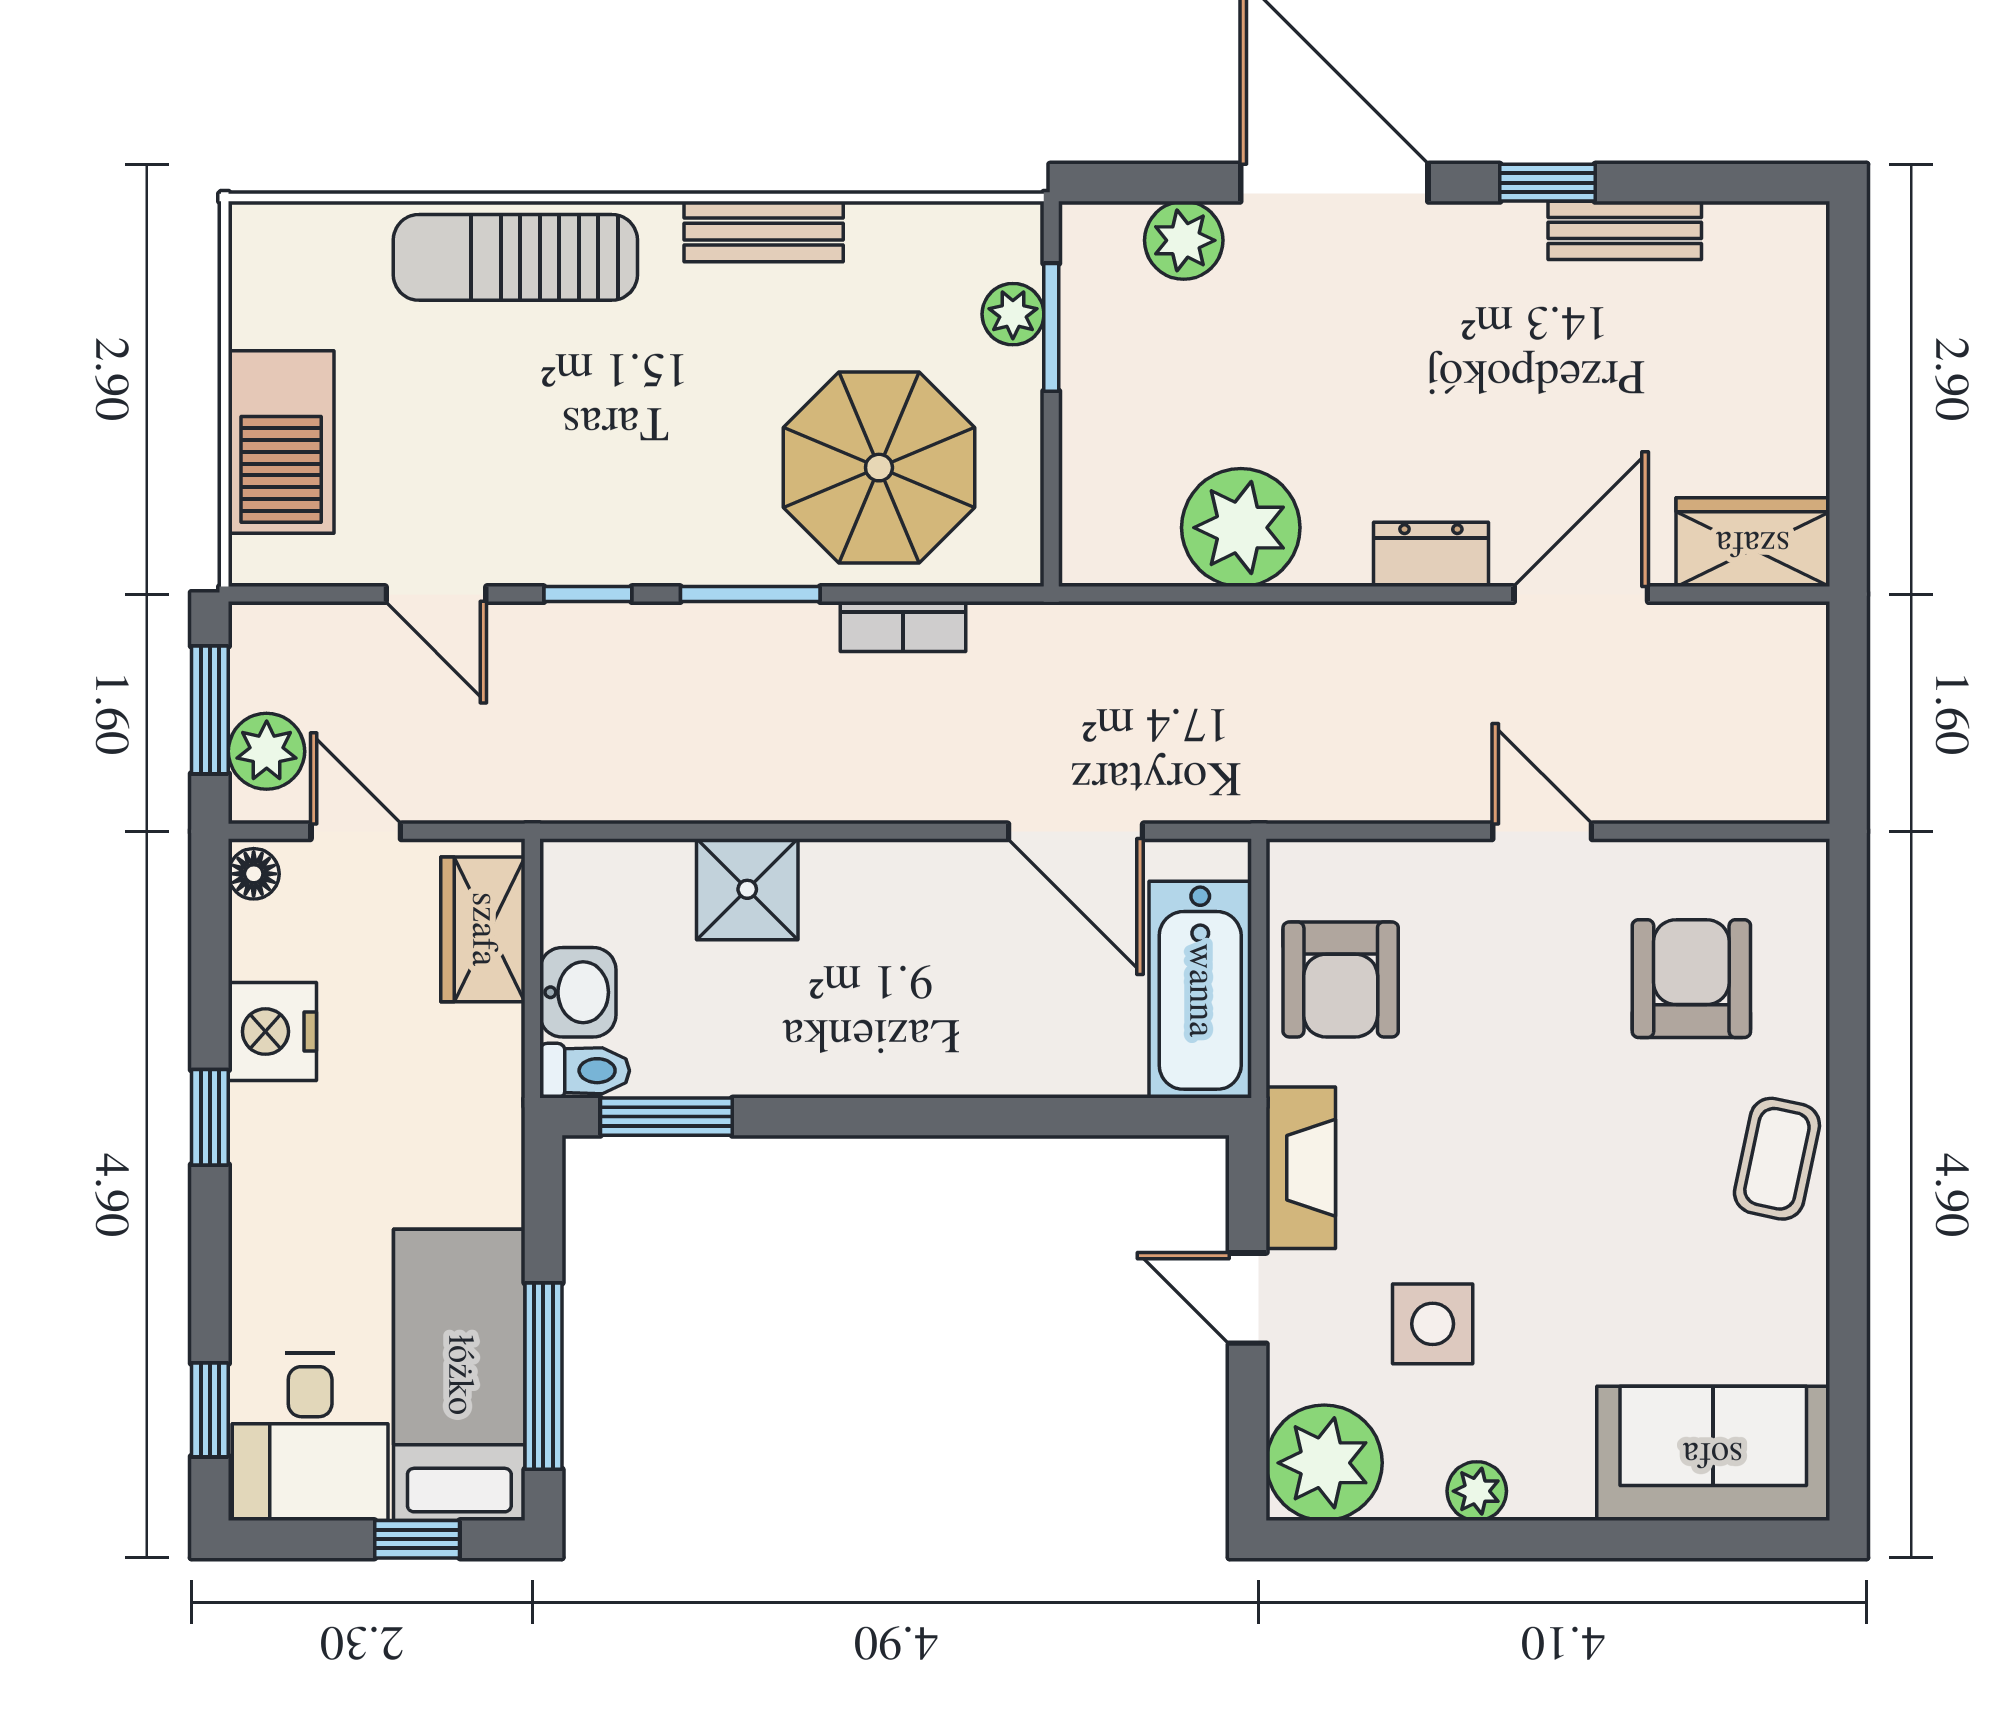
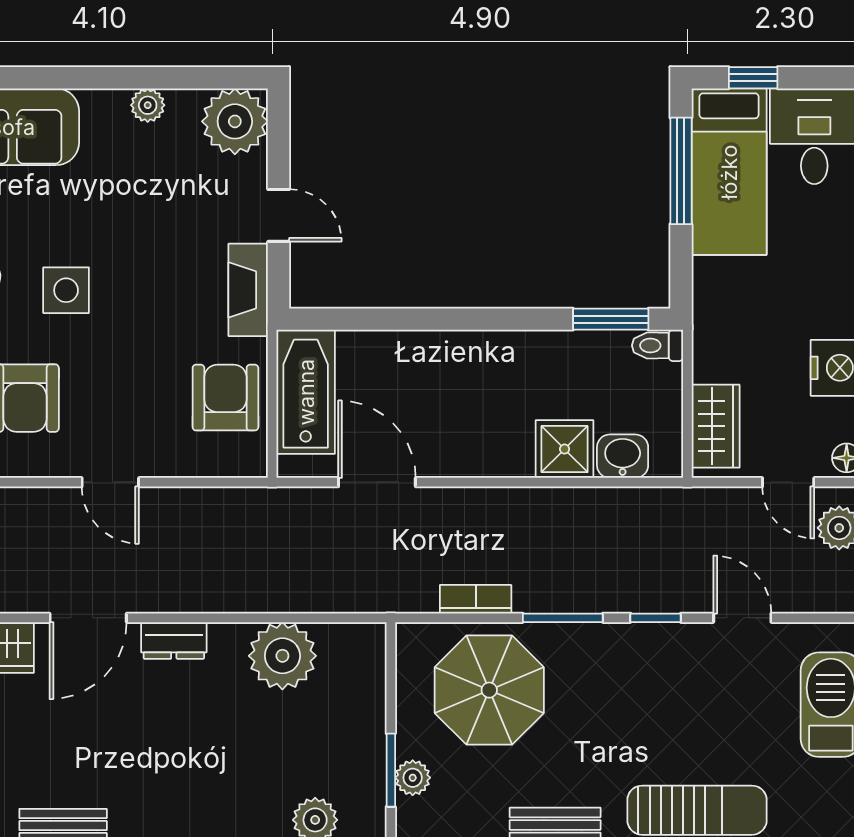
washbasin: (578, 992) -> (623, 456), moved, turned 90
side table: (1433, 1324) -> (66, 290), moved

